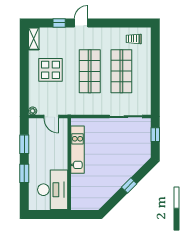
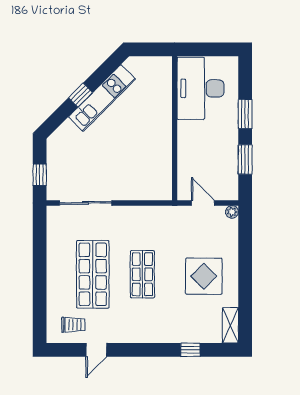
door: (81, 23) -> (96, 350), moved
shop shelf: (90, 71) -> (142, 274), width x0.70, depth x0.74
kitchen unit: (77, 150) -> (102, 98), moved, turned -135

